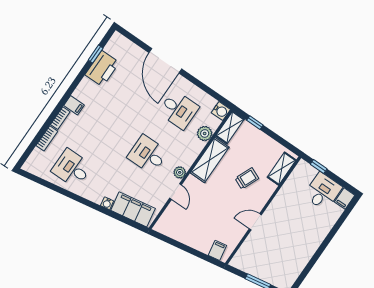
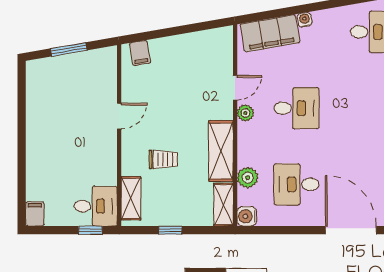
window: (255, 123) -> (170, 230), moved
trolley: (247, 178) -> (163, 159), turned -113
door: (176, 191) -> (235, 88), swing flipped
desk: (323, 192) -> (96, 206), moved, turned -90

